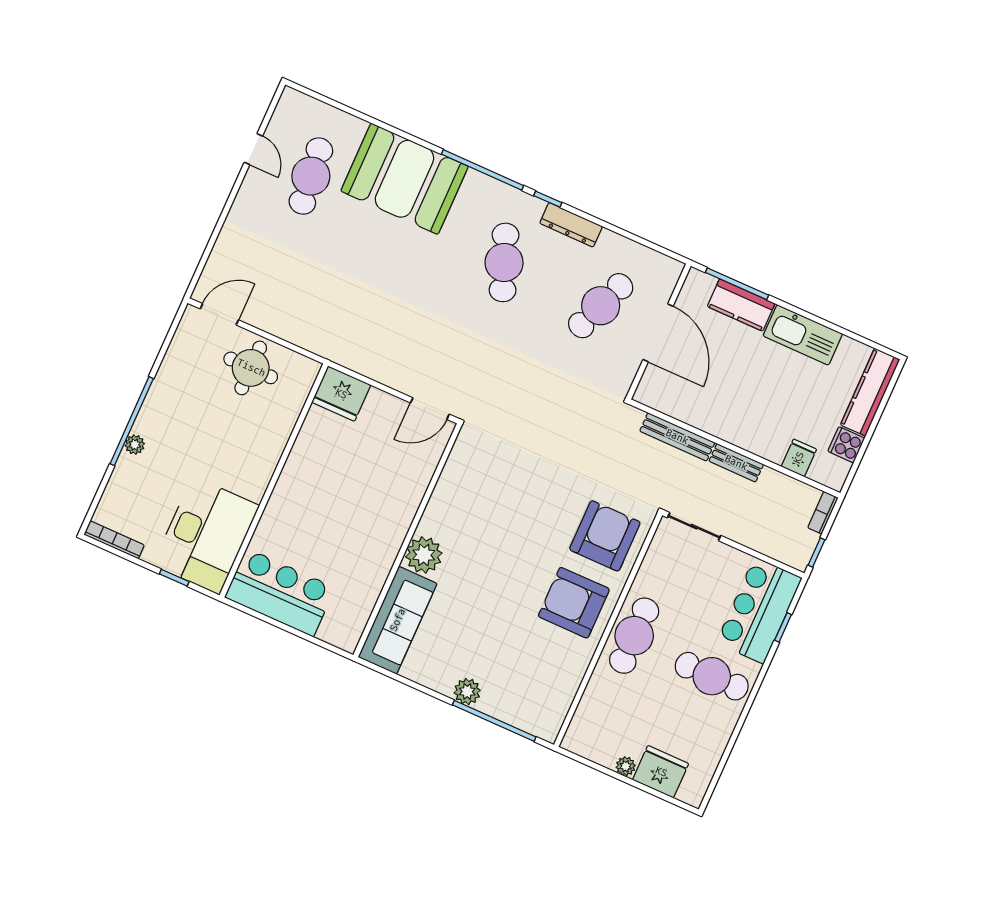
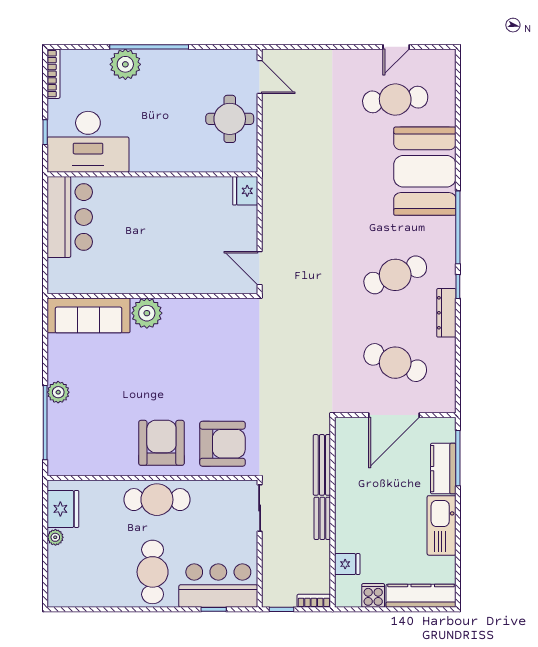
fridge: (341, 394) -> (245, 191), width x0.73, depth x0.75
plant: (135, 445) -> (125, 64), width x1.87, depth x1.87
fridge: (661, 772) -> (63, 509), moved

